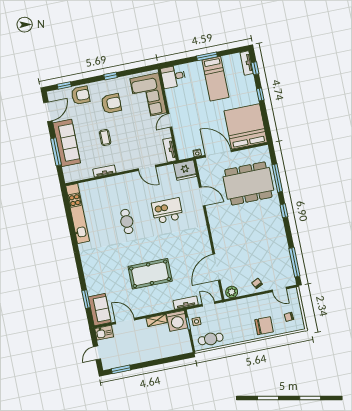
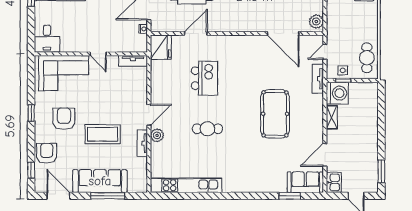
coffee table: (105, 137) -> (103, 134), width x1.86, depth x1.72
door: (147, 168) -> (149, 115), moved
plant: (113, 182) -> (157, 135), added
kitchen island: (167, 211) -> (204, 78), turned 180

